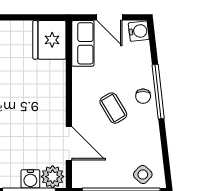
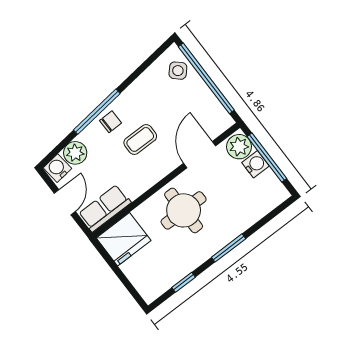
plant: (140, 53) -> (75, 153), added
round table: (37, 100) -> (184, 210), added
coffee table: (113, 108) -> (140, 139), turned 31

